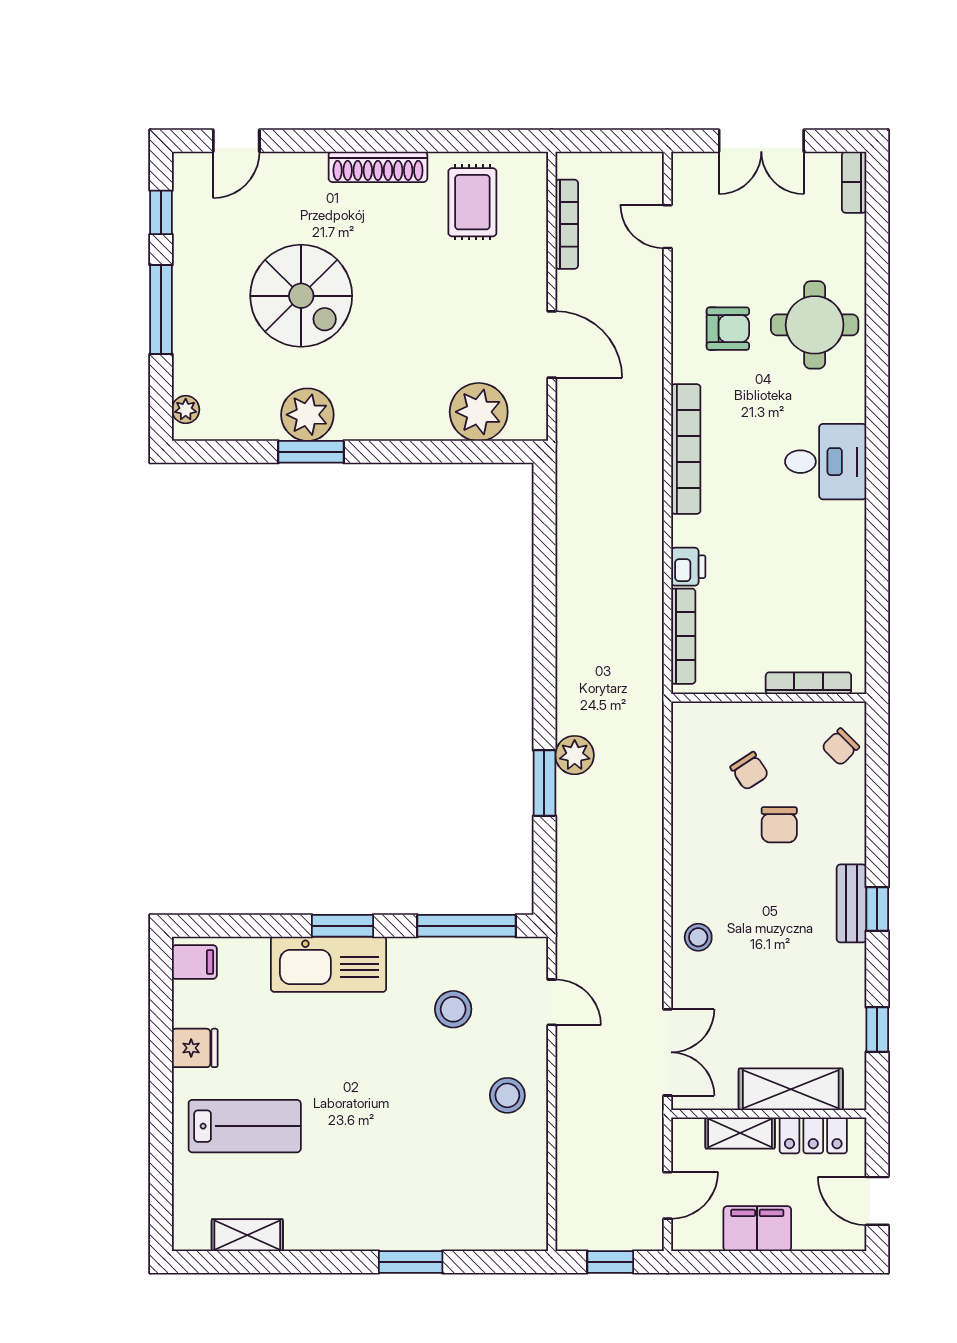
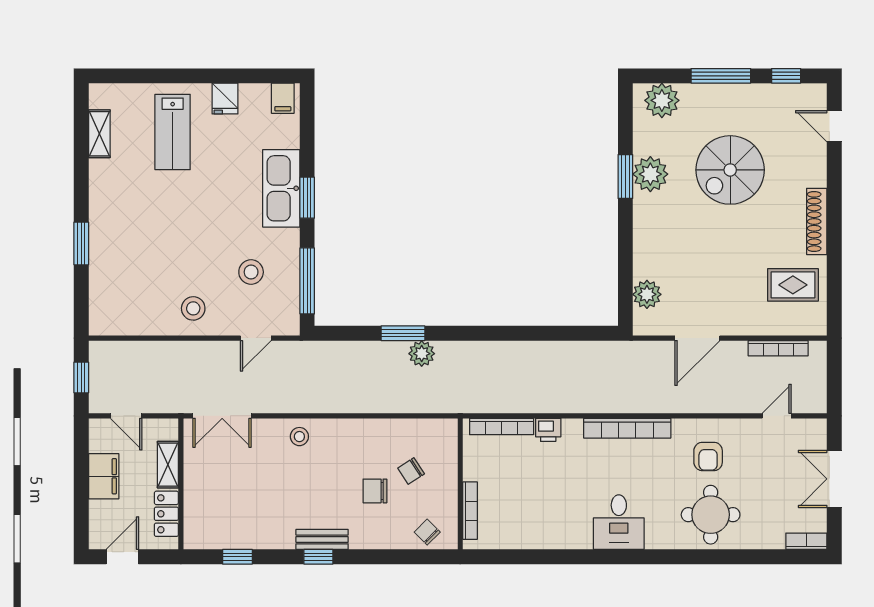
plant: (186, 410) -> (662, 100), width x1.88, depth x1.88
plant: (479, 412) -> (647, 294), width x0.73, depth x0.73
shelving: (791, 1089) -> (197, 499), removed

